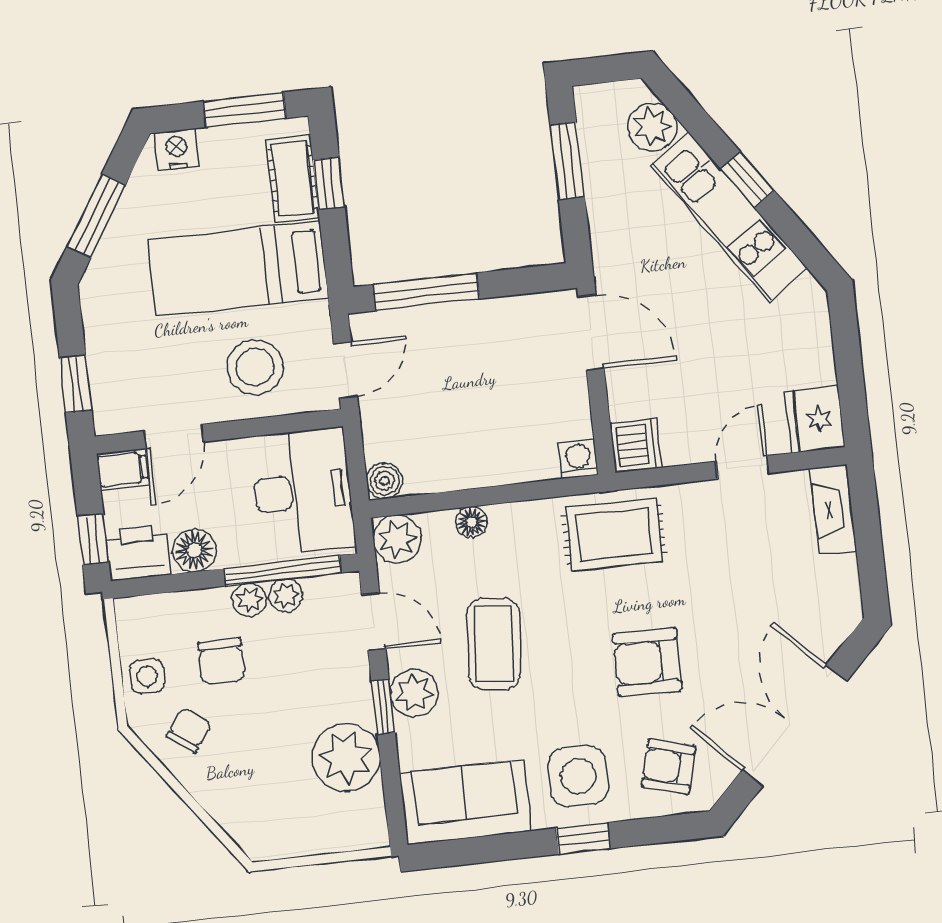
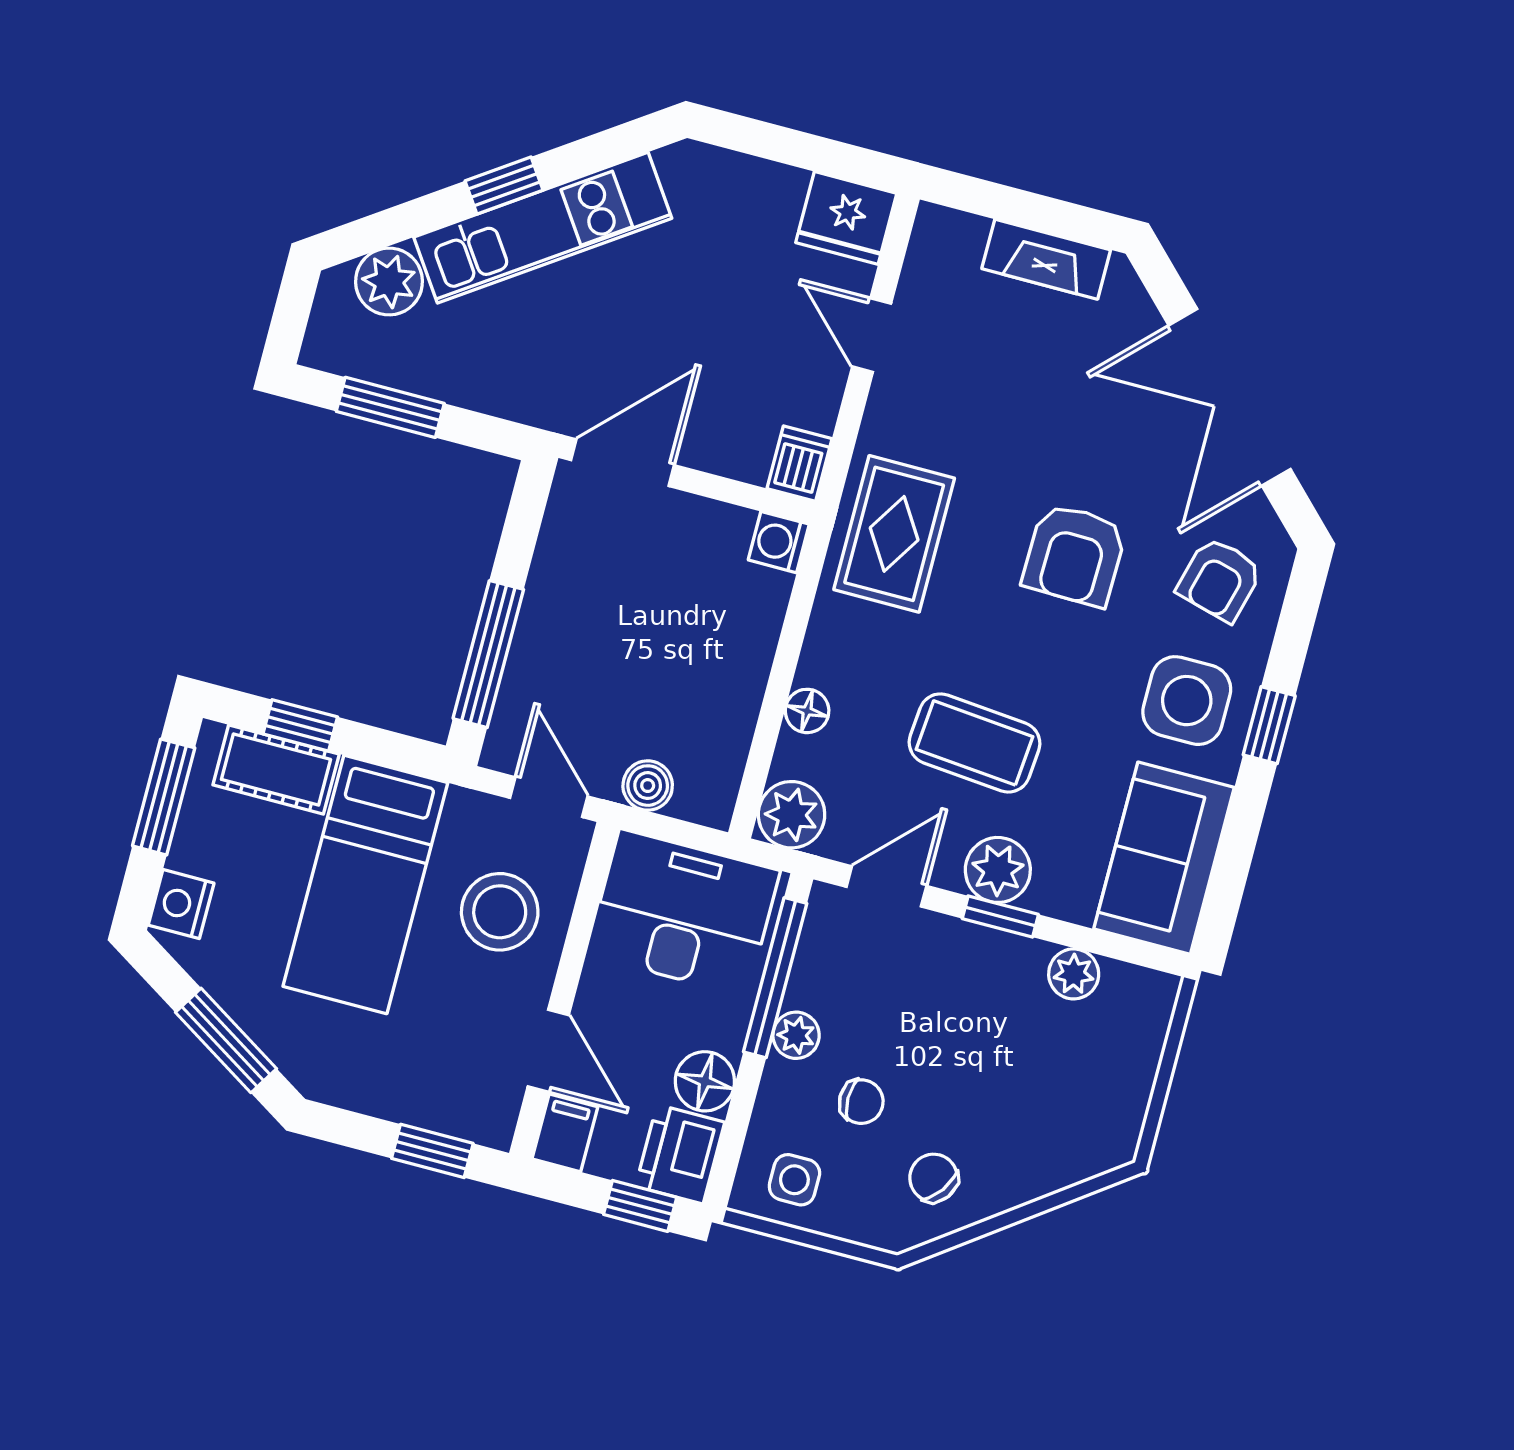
dishwasher: (636, 445) -> (799, 464), width x0.73
boiler: (384, 481) -> (648, 786), moved
fireplace: (833, 510) -> (1046, 259), moved
plant: (286, 596) -> (809, 986), removed
chair: (222, 661) -> (861, 1102), width x0.73, depth x0.73
side table: (147, 676) -> (794, 1180), moved
plant: (346, 757) -> (1074, 974), width x0.53, depth x0.53

